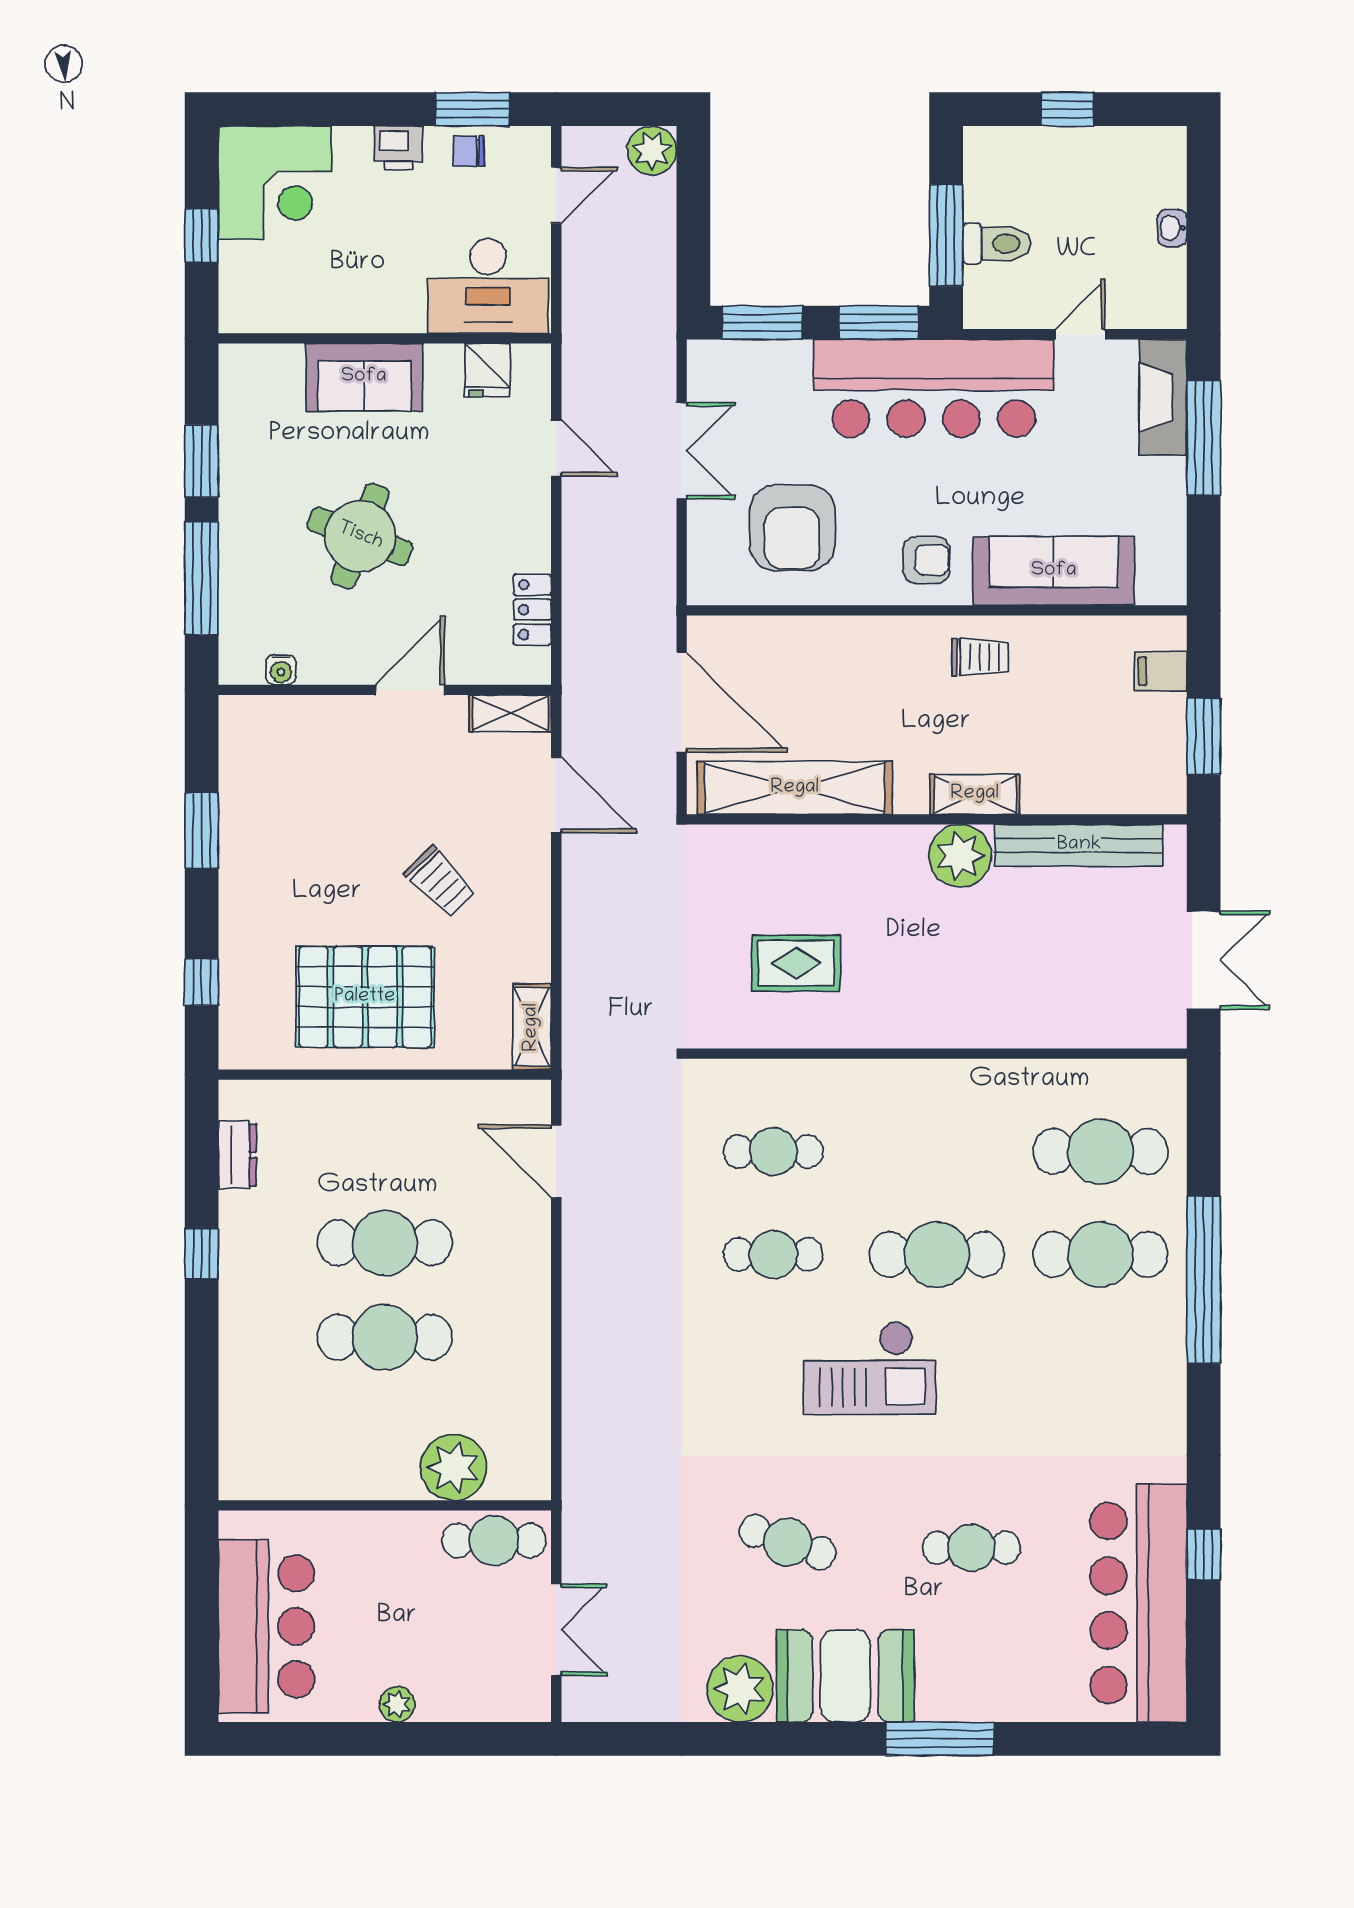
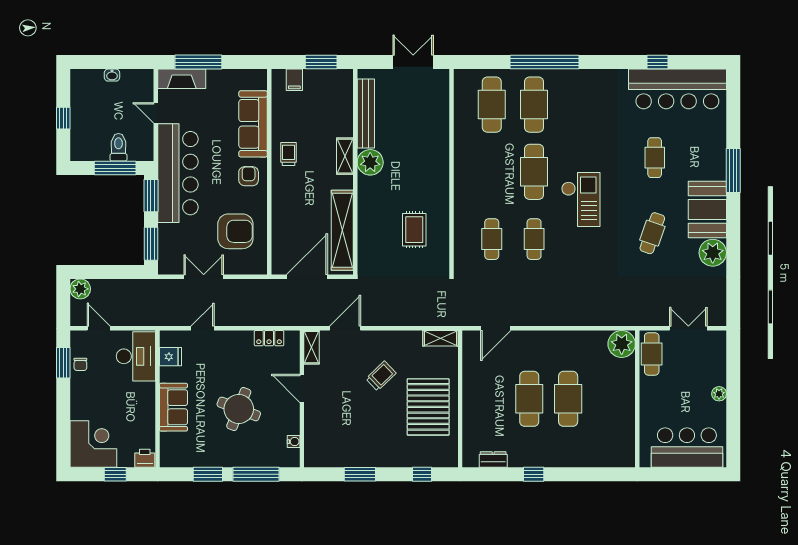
printer: (398, 148) -> (145, 458), moved, turned -90
plant: (454, 1467) -> (622, 344), moved

